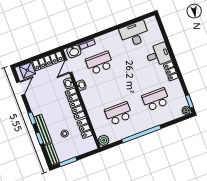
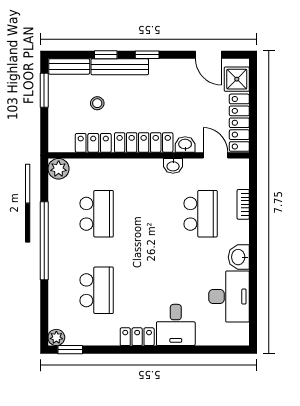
washbasin: (74, 51) -> (239, 257), moved

